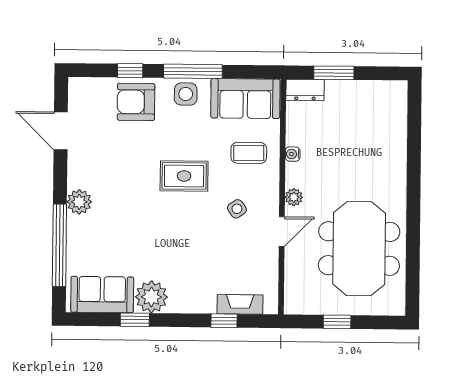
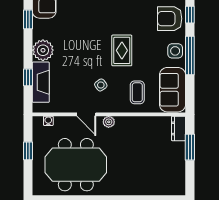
armchair: (136, 102) -> (170, 19), turned -90
water cooler: (293, 154) -> (48, 121), moved
plant: (151, 297) -> (43, 50), moved
fireplace: (240, 304) -> (41, 82), width x1.37, depth x1.32

